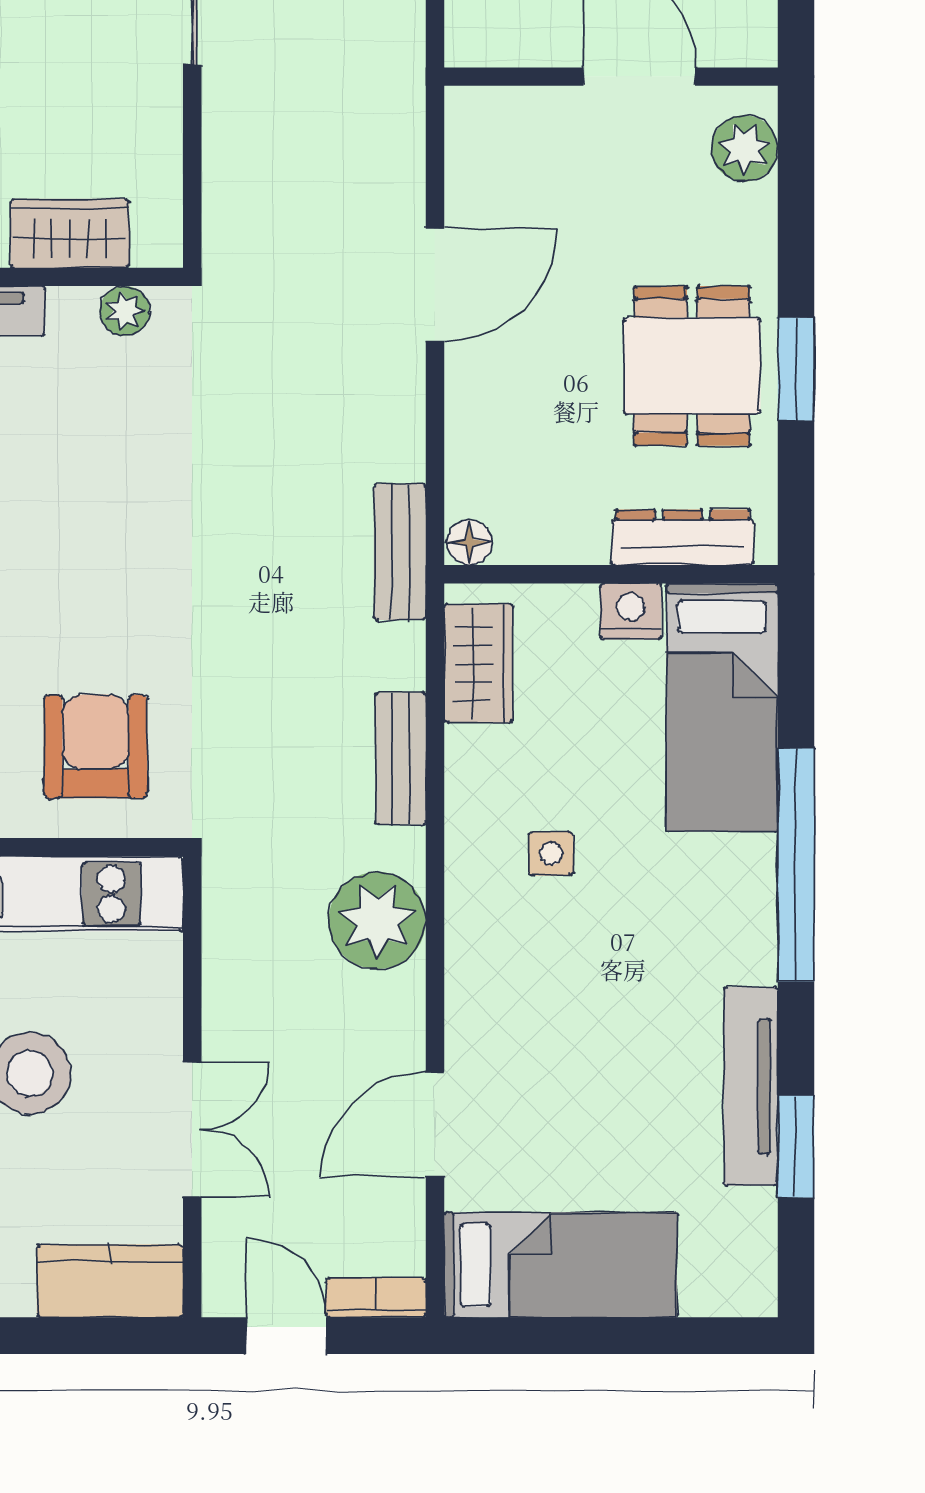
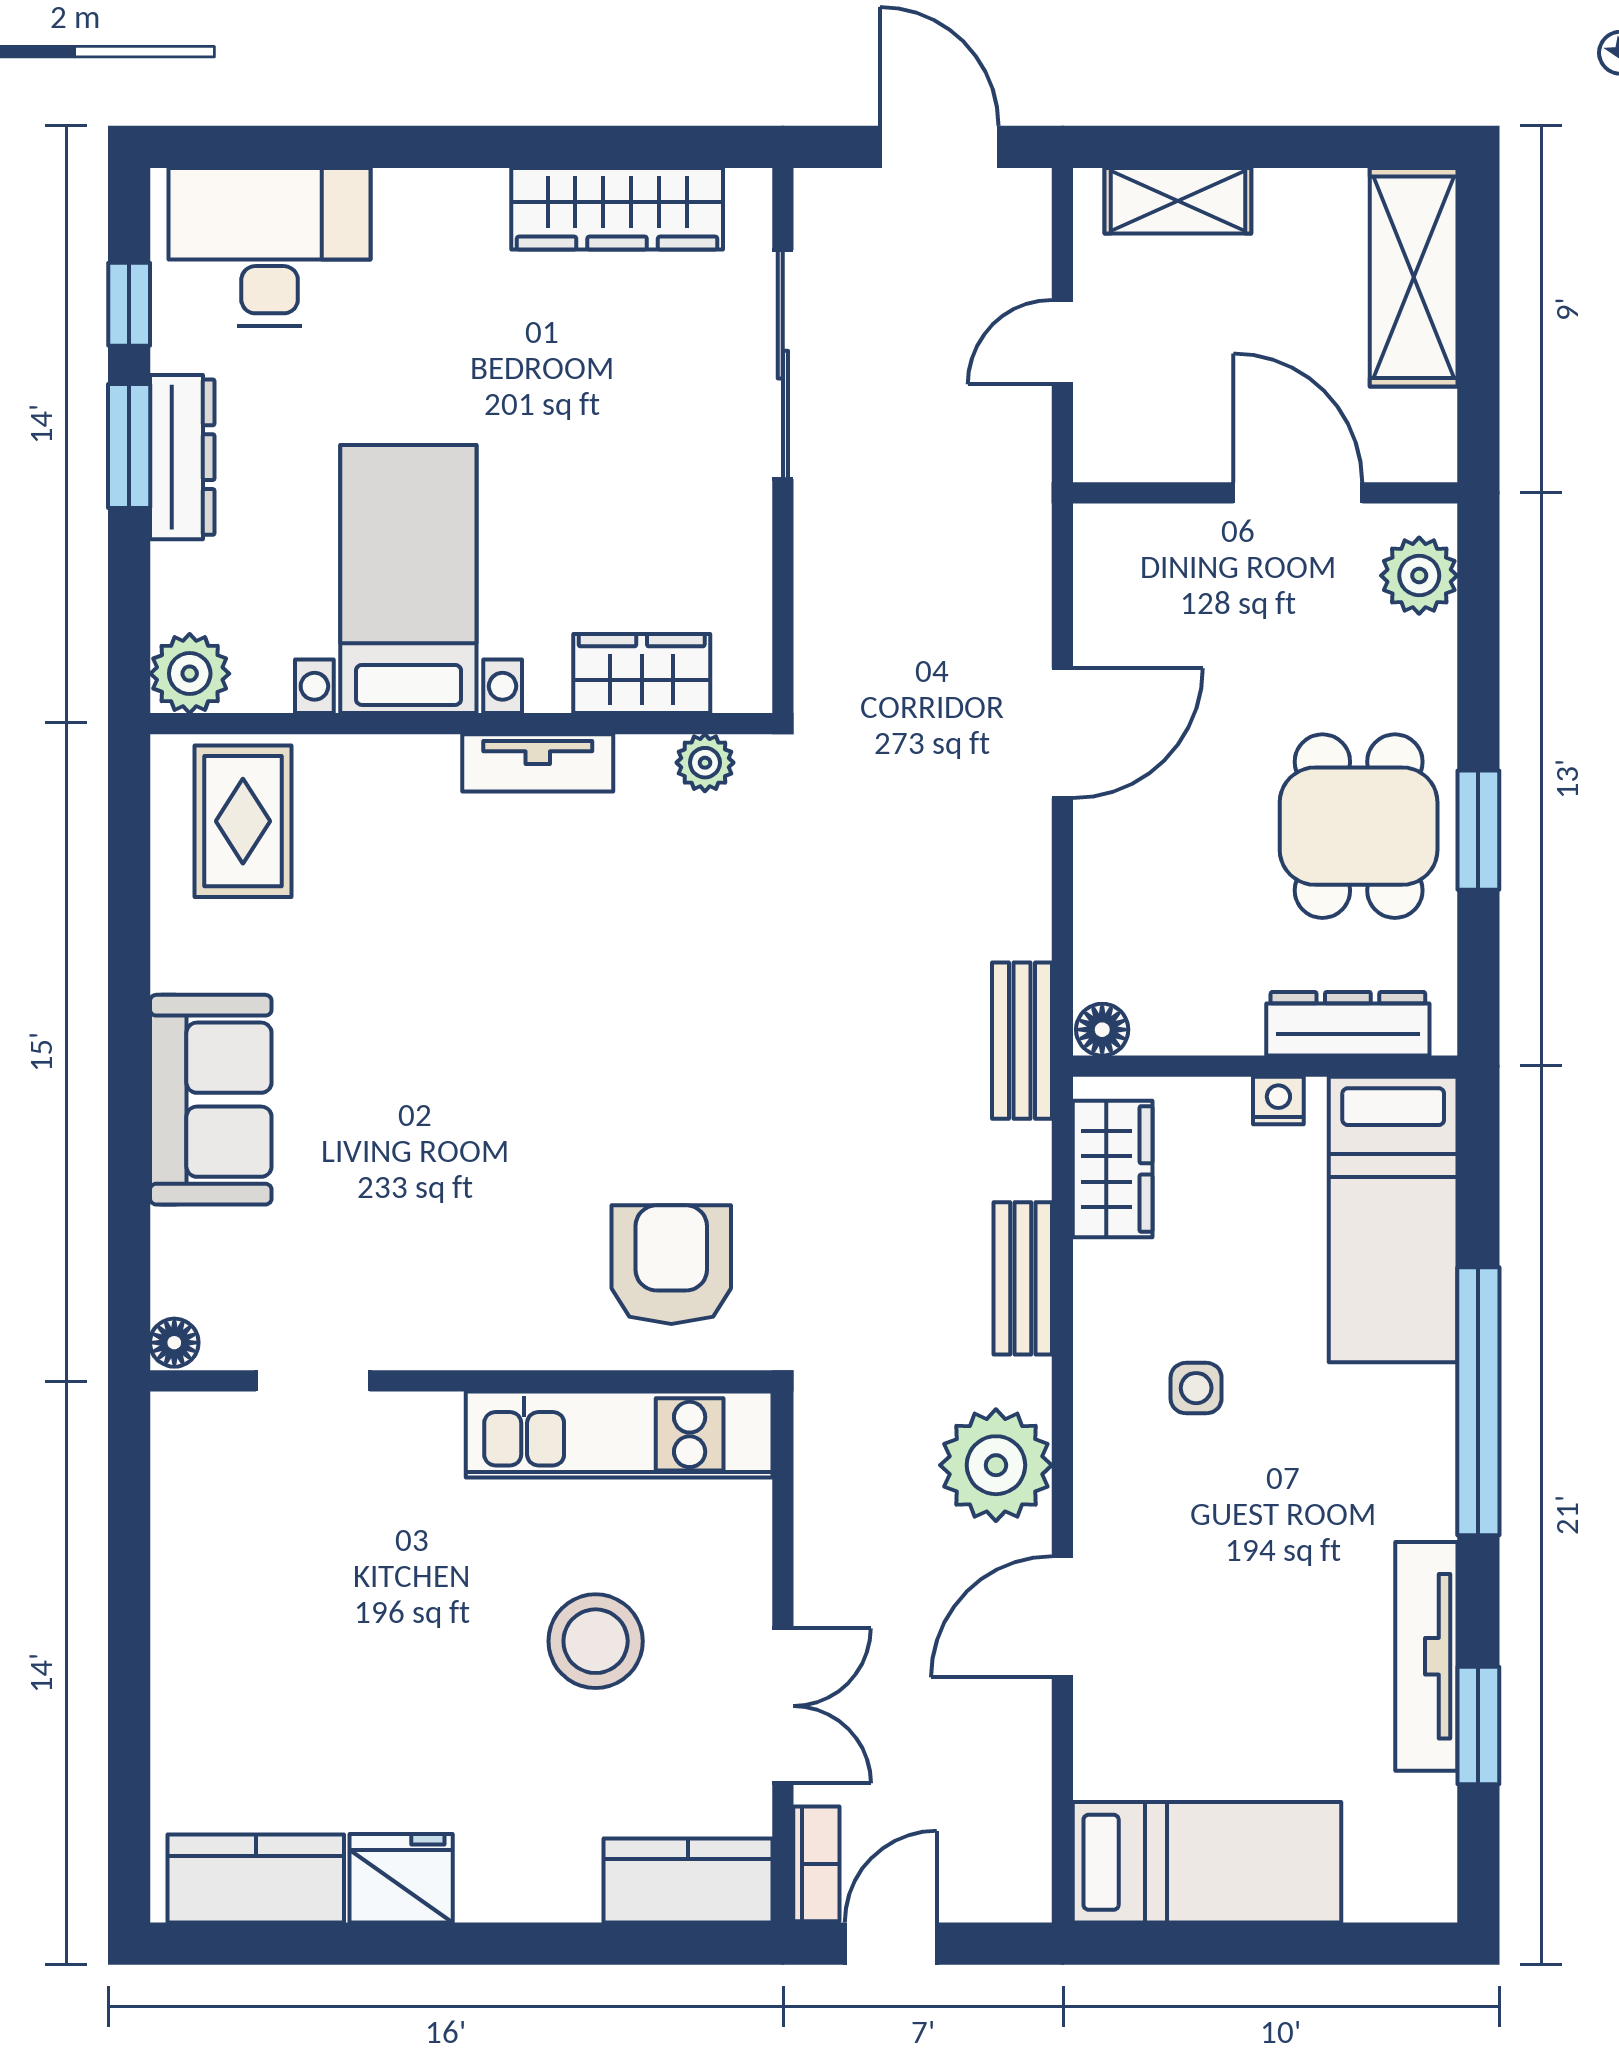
nightstand: (631, 611) -> (1278, 1101), width x0.72, depth x0.74
door: (435, 1125) -> (1062, 1617), moved
bookcase: (376, 1298) -> (816, 1864), moved, turned 90
door: (286, 1336) -> (891, 1944), hinge flipped

